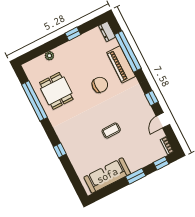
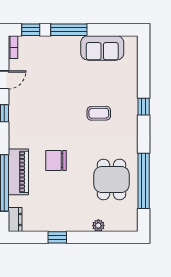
coffee table: (111, 130) -> (99, 113), moved
sofa: (107, 175) -> (102, 48), width x0.73
window: (136, 176) -> (69, 30), width x1.44

